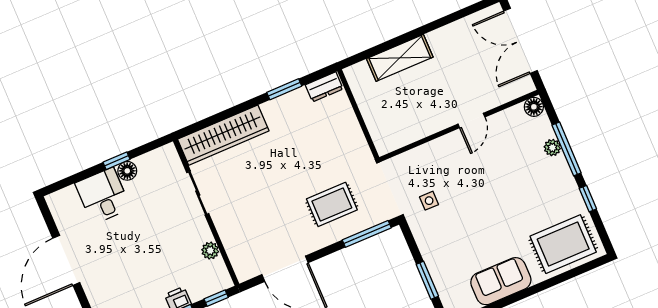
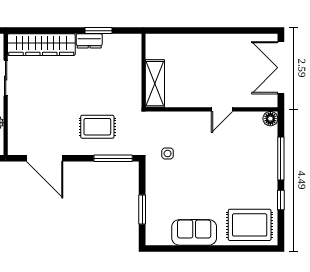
shelving: (400, 58) -> (155, 84), moved, turned 90
dresser: (324, 87) -> (89, 41), moved
plant: (552, 148) -> (271, 153), removed

